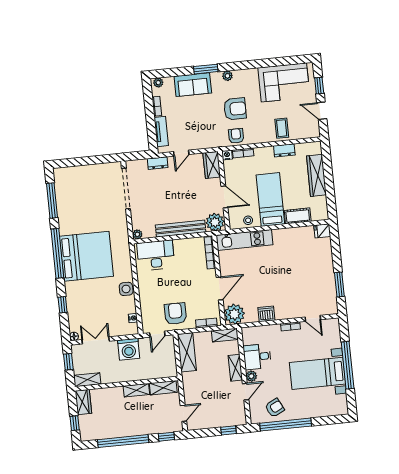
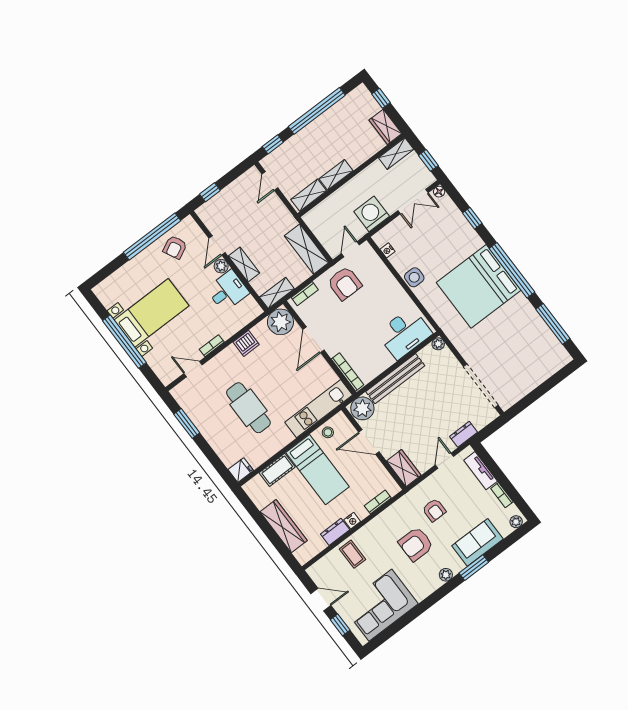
armchair: (236, 136) -> (434, 510), moved
nightstand: (227, 155) -> (352, 521), moved
cafe table: (291, 270) -> (248, 408), added

